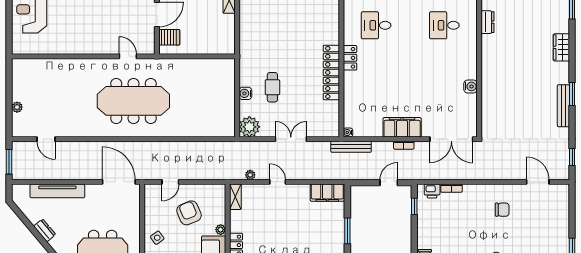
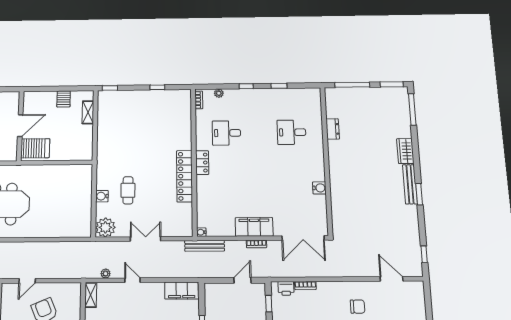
server rack: (169, 37) -> (35, 148), width x1.36, depth x1.44
bench: (563, 106) -> (410, 184), moved

